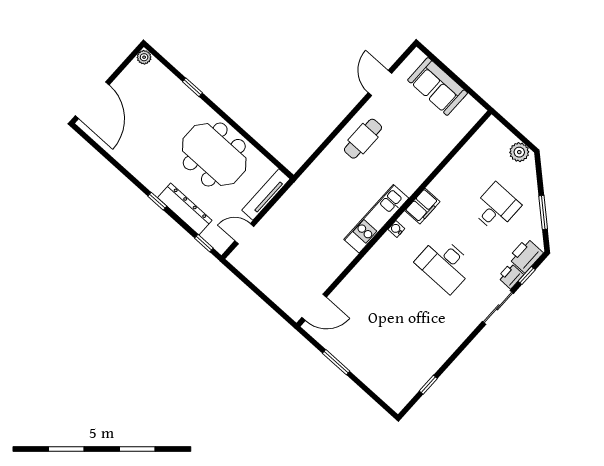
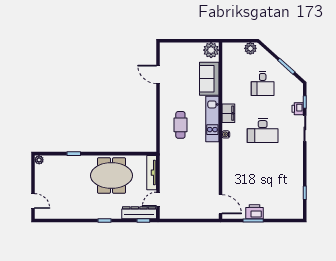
sofa: (438, 86) -> (209, 79), moved, turned 90
door: (92, 100) -> (33, 201), width x0.53
plant: (470, 112) -> (211, 50), added
cafe table: (363, 139) -> (180, 125), moved
desk: (496, 208) -> (263, 83), turned 180
dresser: (185, 209) -> (139, 213), moved
kitchen unit: (376, 219) -> (212, 119), moved
printer: (526, 255) -> (254, 212), moved, turned 90
door: (314, 307) -> (220, 204), hinge flipped

